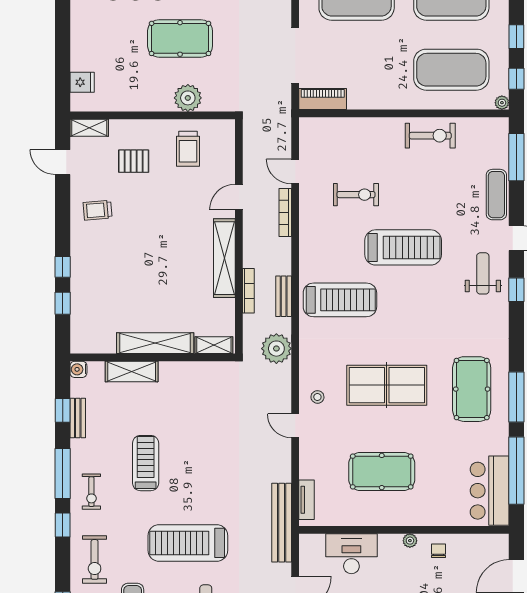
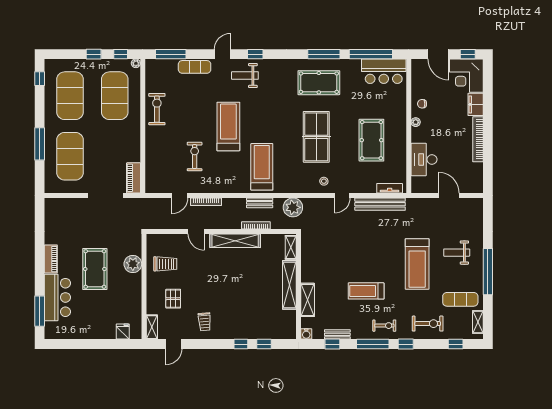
bench: (282, 523) -> (380, 204), moved

